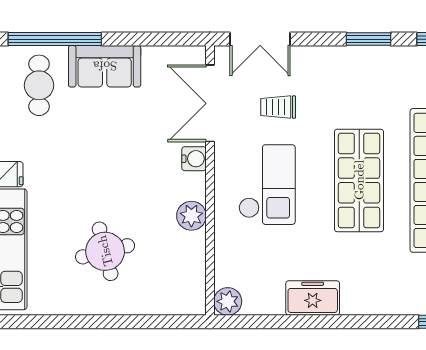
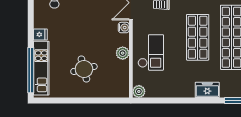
checkout: (267, 185) -> (151, 52), moved
freezer: (313, 298) -> (207, 90), moved

